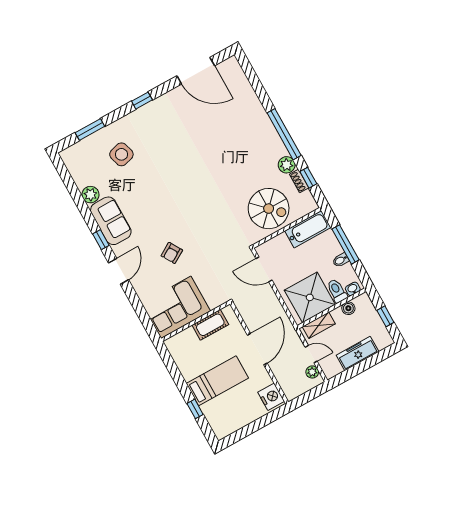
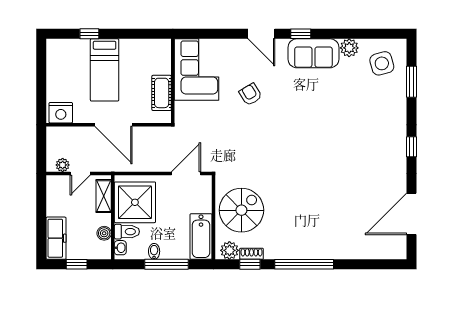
side table: (121, 154) -> (382, 63), moved
plant: (287, 165) -> (229, 250), moved
spiral stairs: (269, 209) -> (241, 210), turned 180
freezer: (358, 354) -> (56, 238), moved

